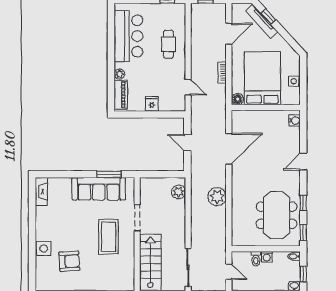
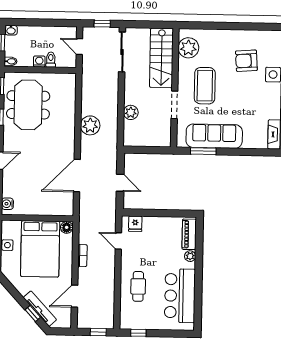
fridge: (152, 104) -> (135, 224), moved
plant: (179, 192) -> (131, 112), moved
plant: (125, 272) -> (188, 48), added

